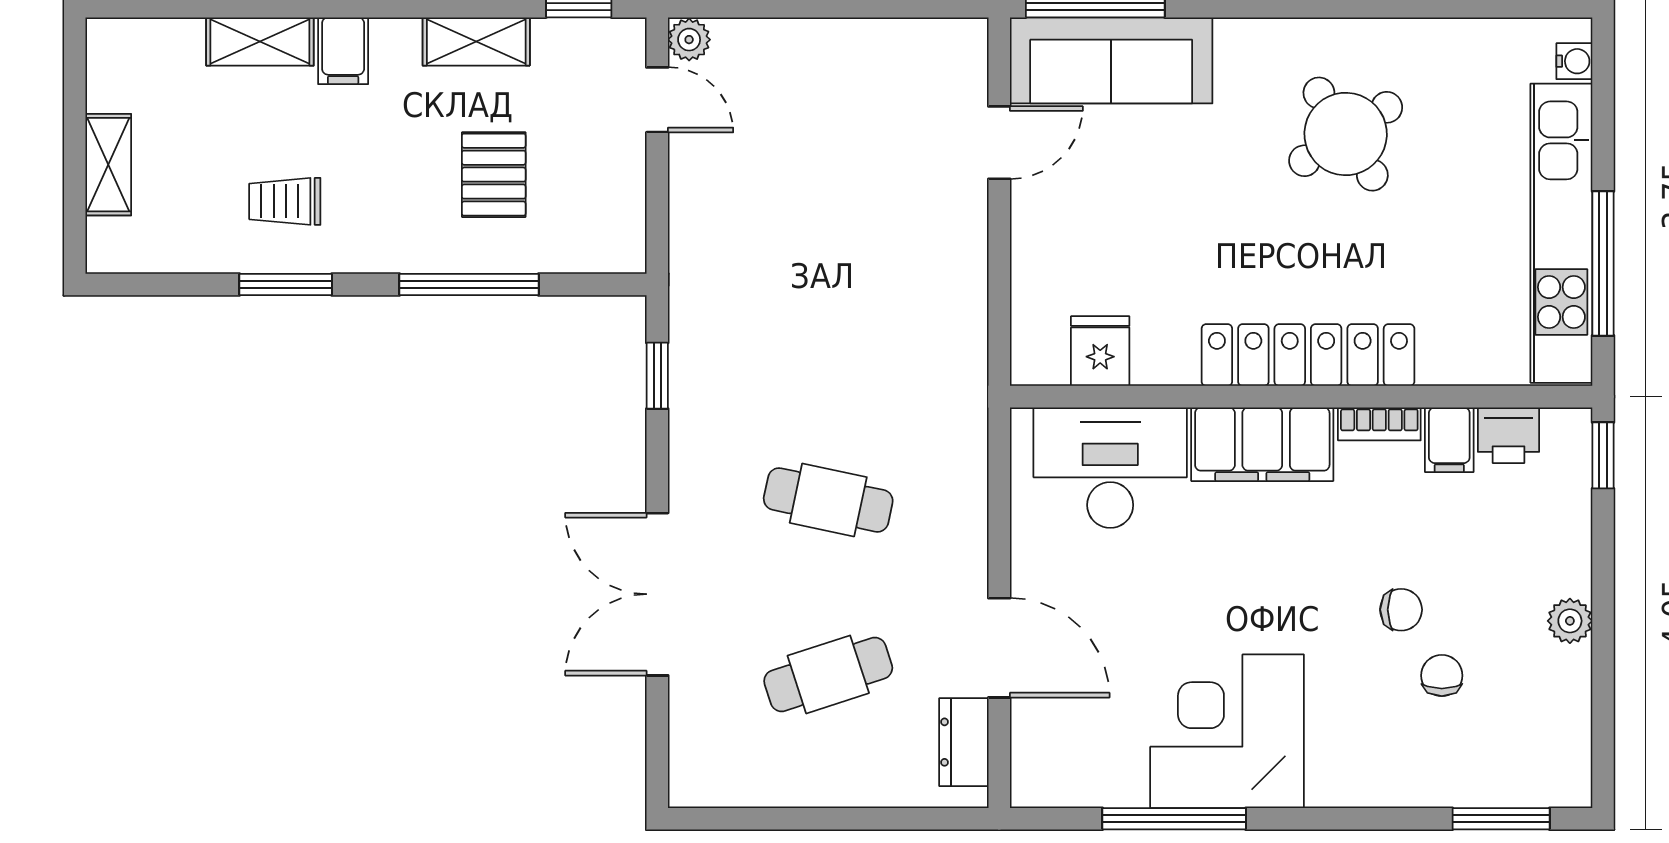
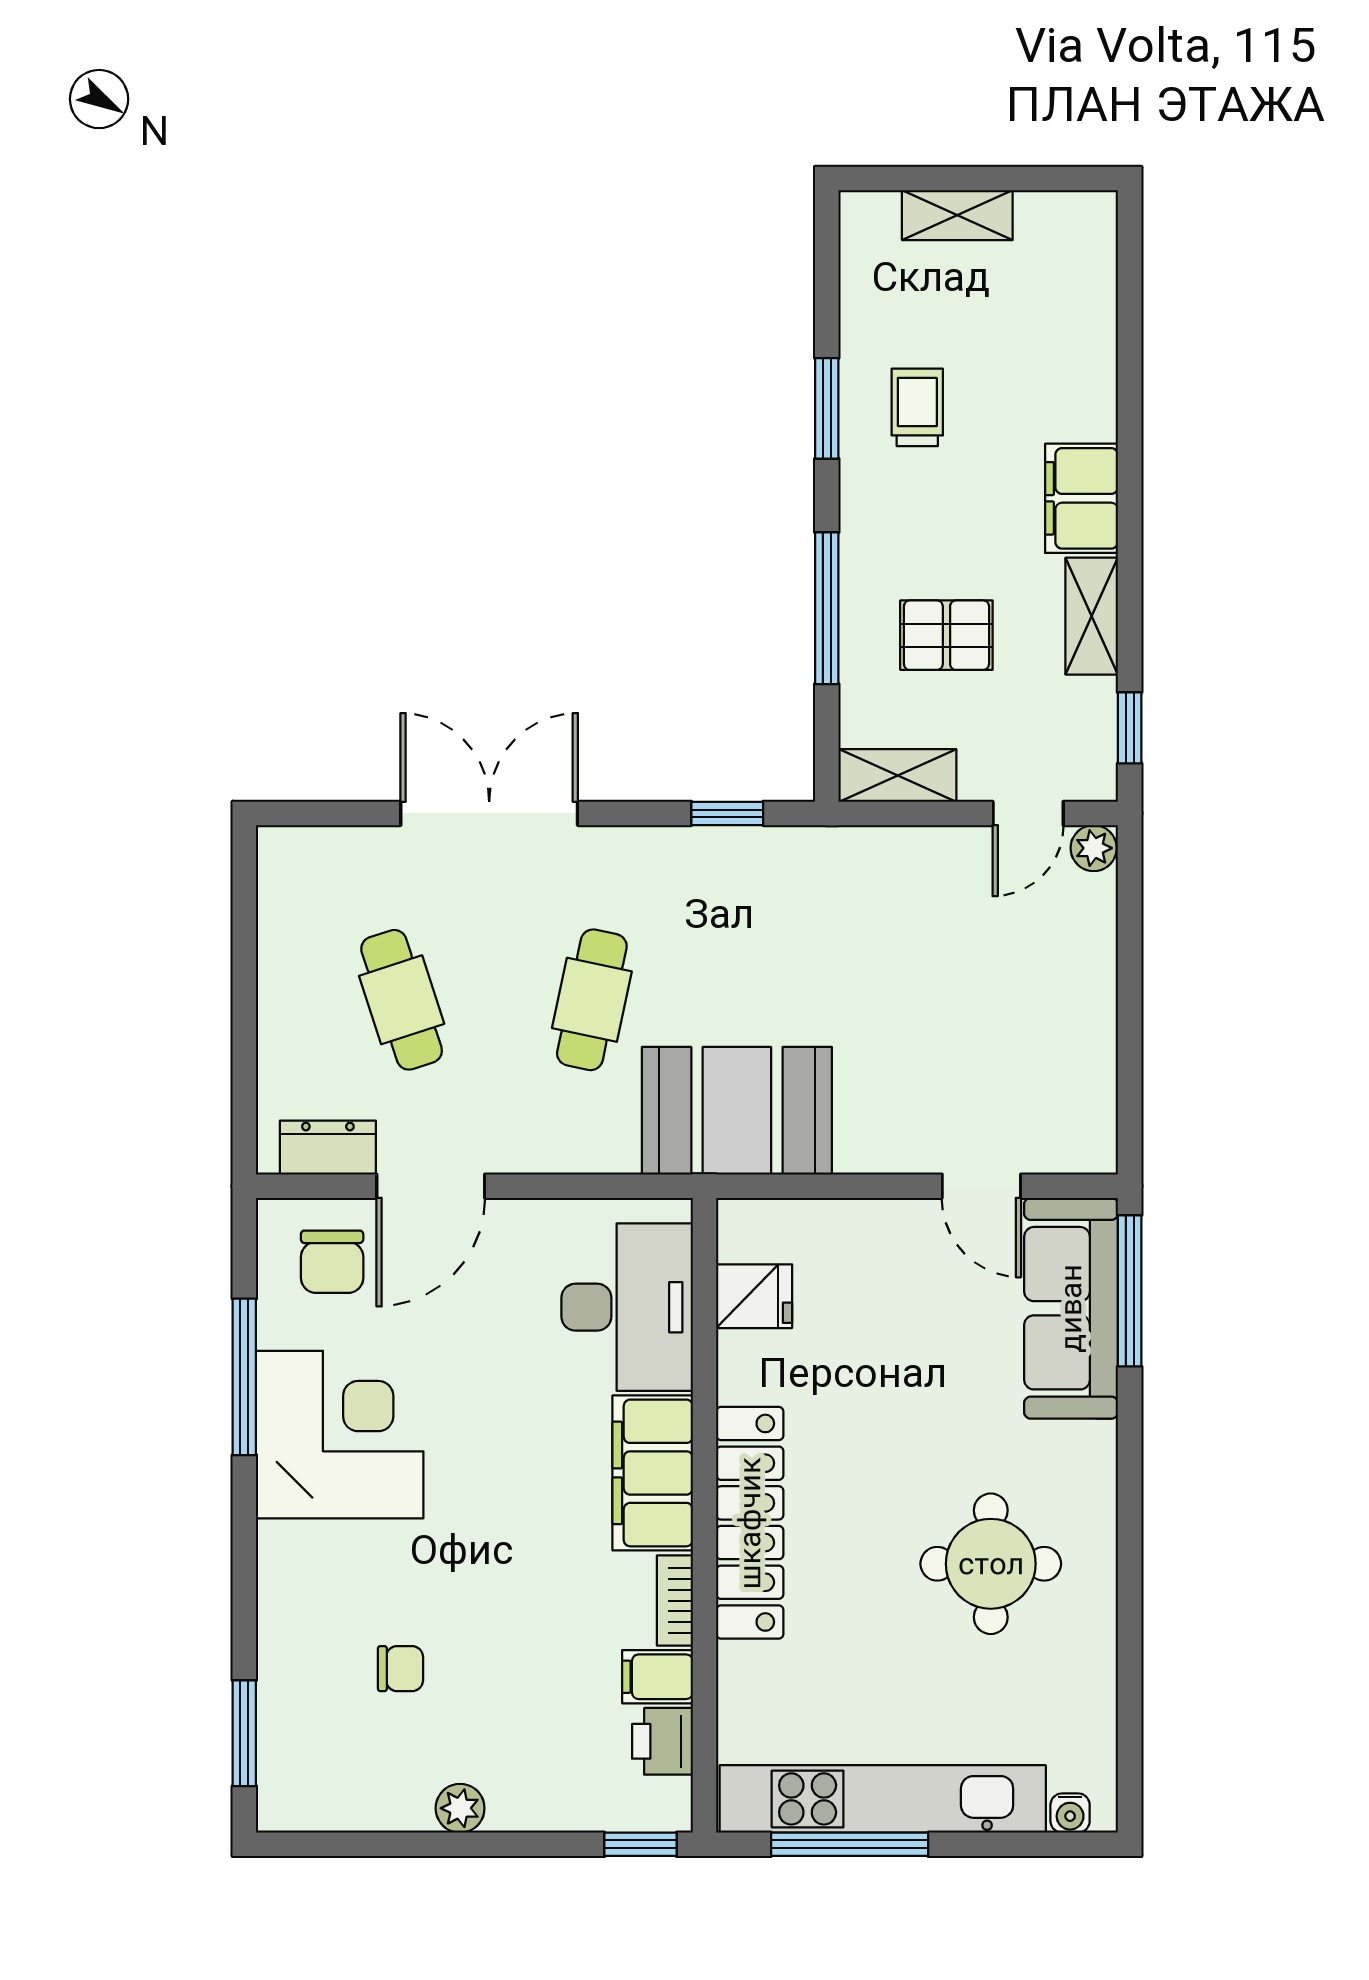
shelving: (260, 41) -> (898, 775), moved, turned 90
filing cabinet: (343, 51) -> (1082, 498), width x2.00
round table: (1346, 134) -> (991, 1564), turned 33
booth: (930, 367) -> (737, 1111), added
chair: (1401, 610) -> (332, 1262), moved, width x1.37, depth x1.37

